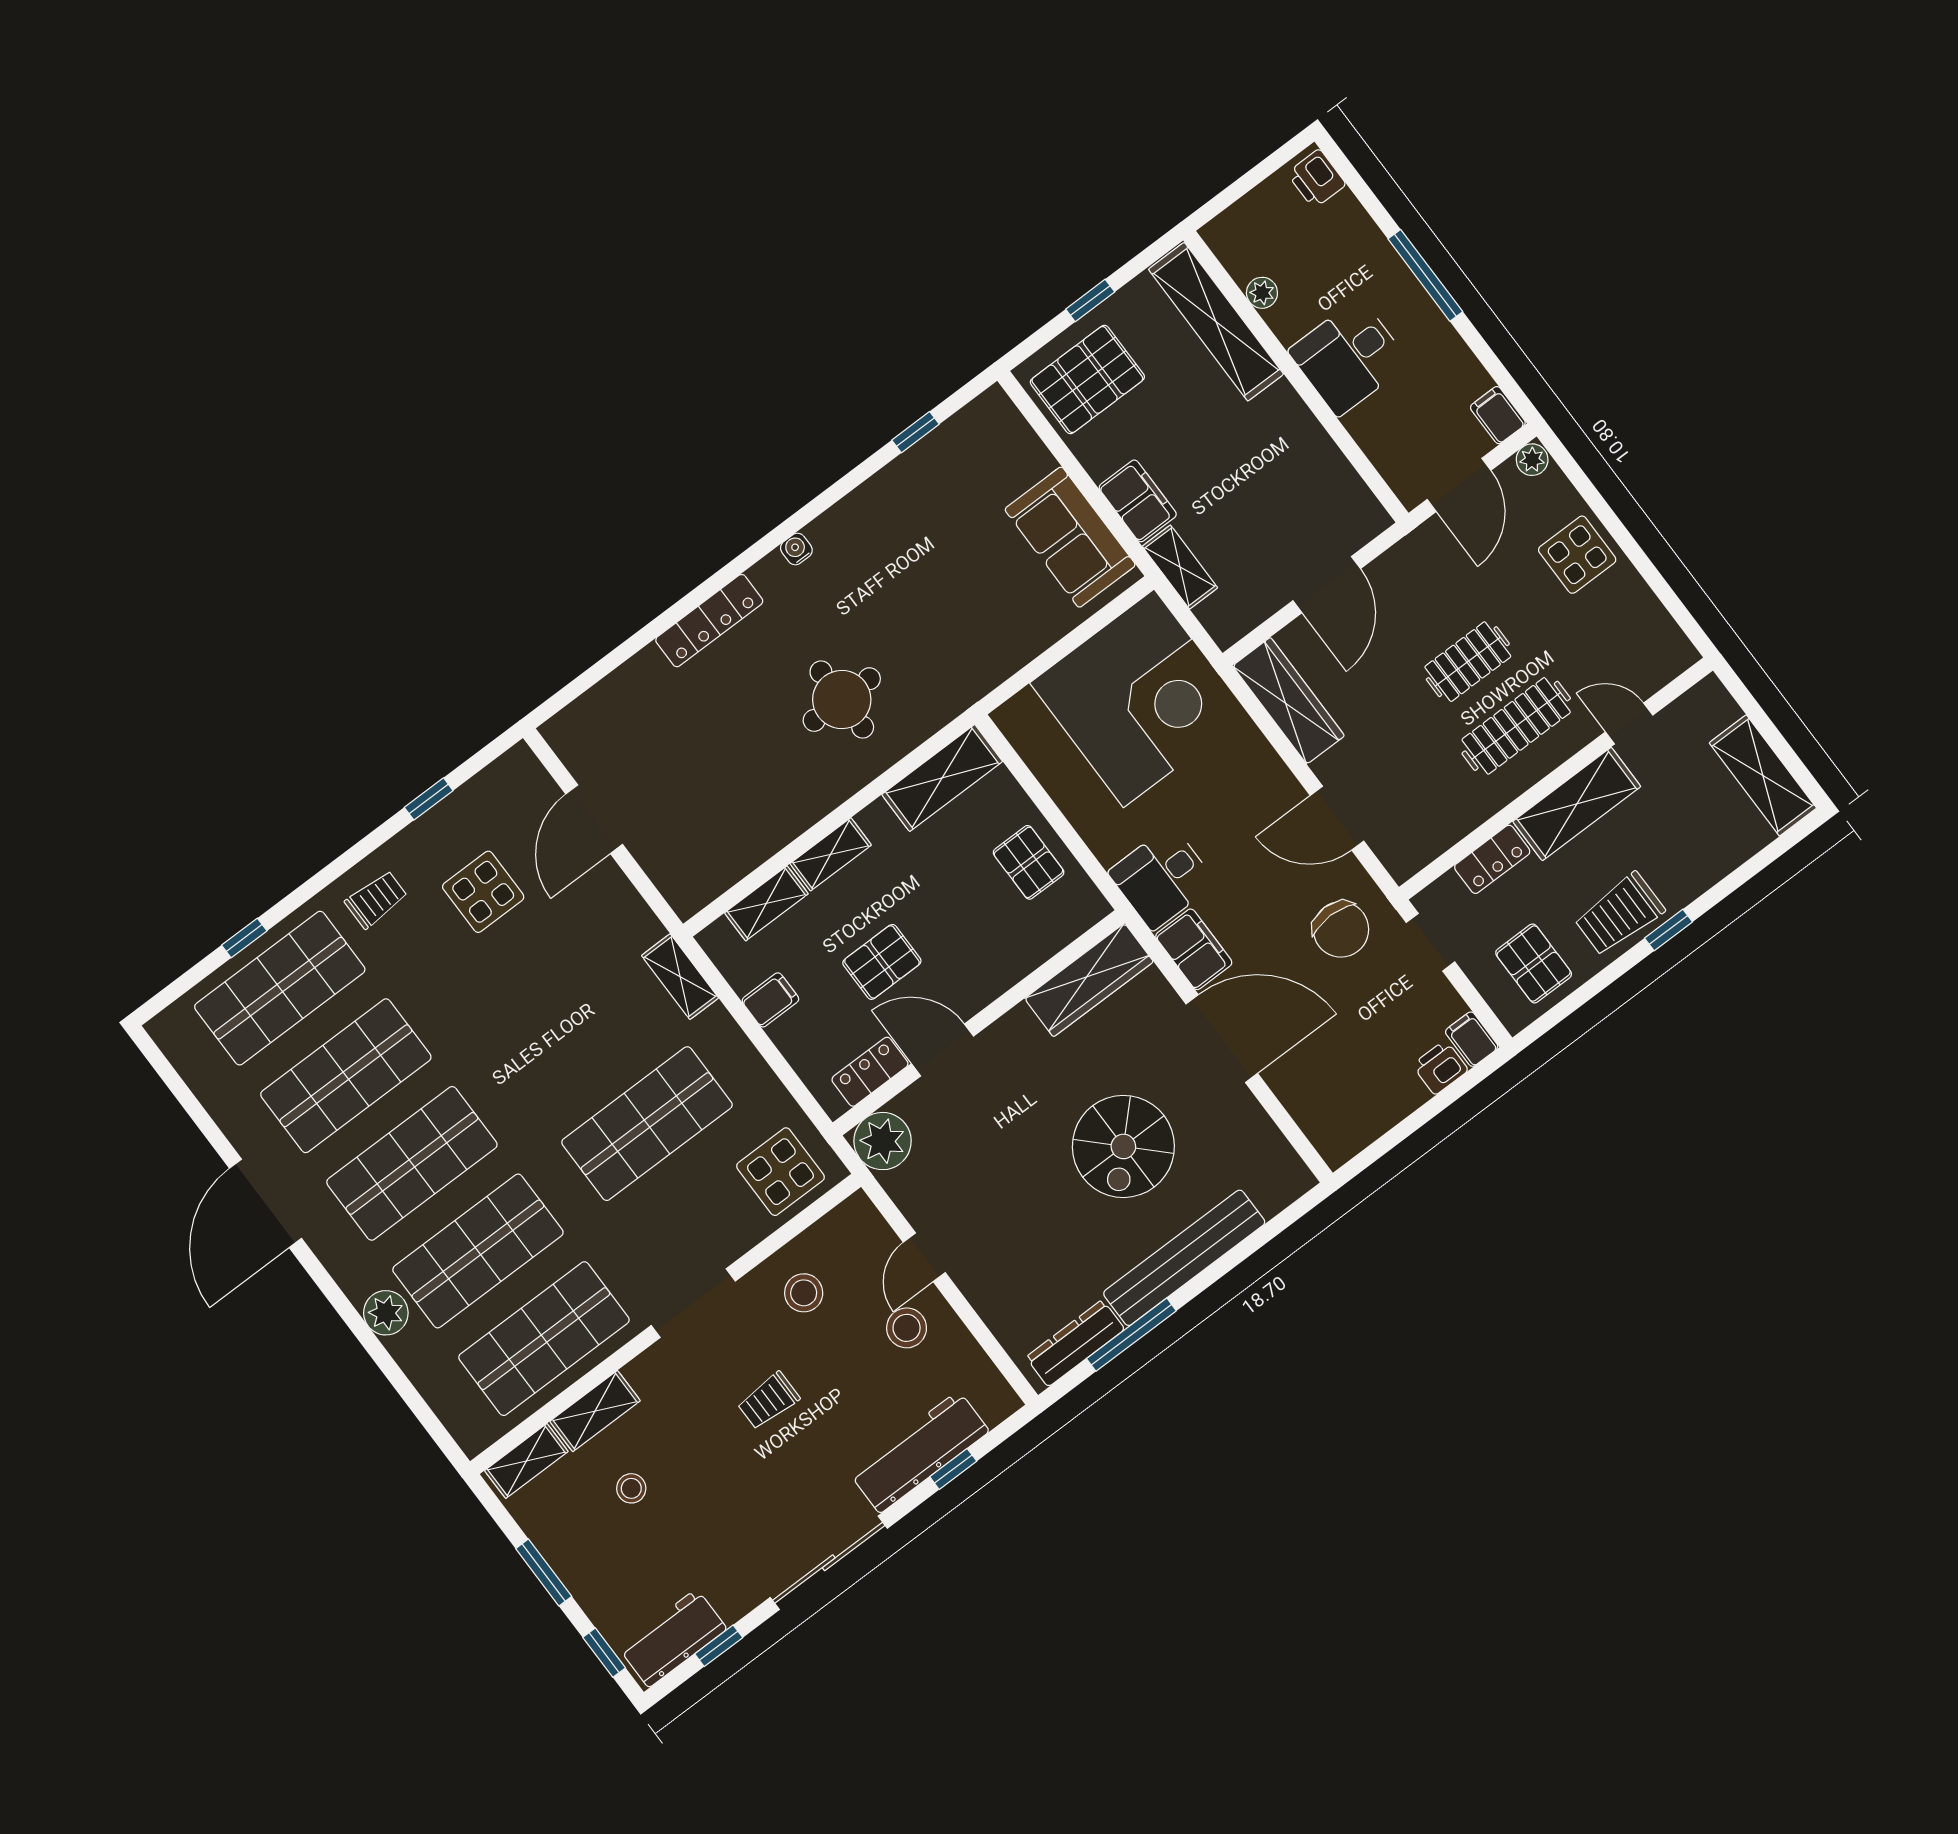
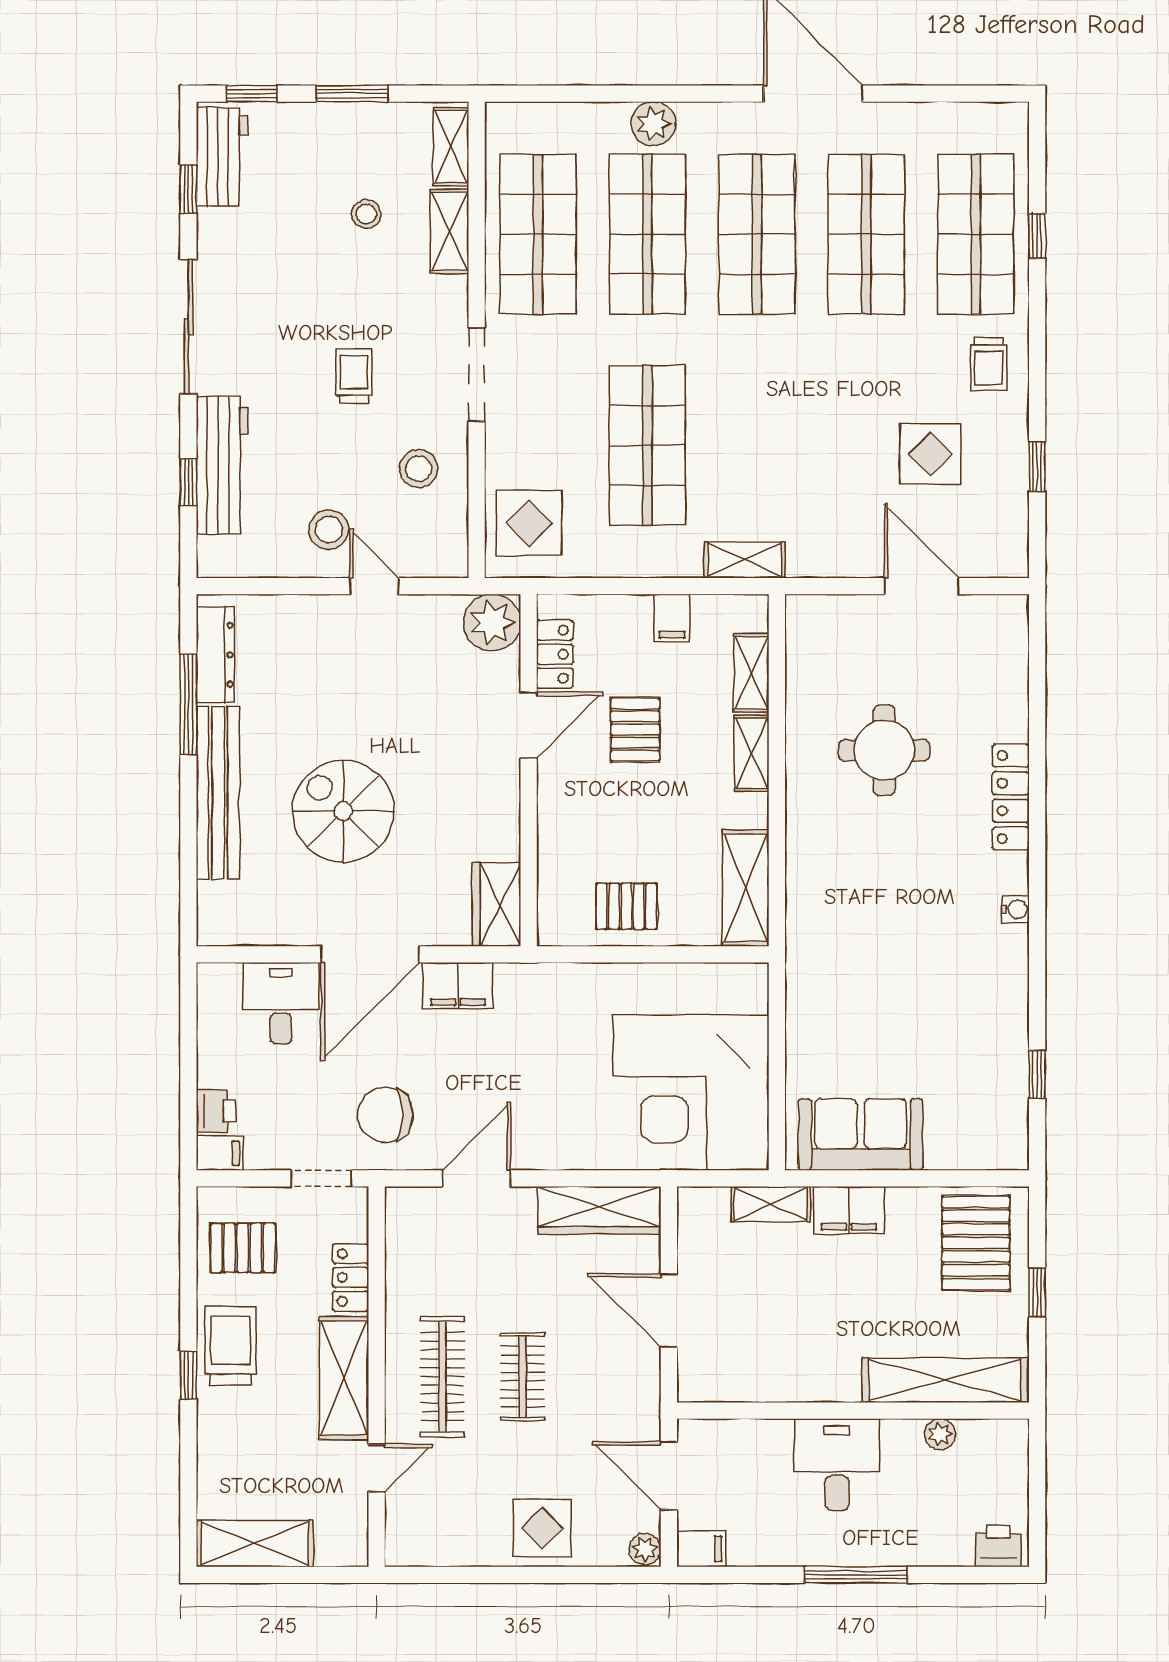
round table: (842, 700) -> (884, 750), moved
desk: (1162, 878) -> (281, 1003), moved
wardrobe: (1089, 980) -> (496, 905), width x0.67

